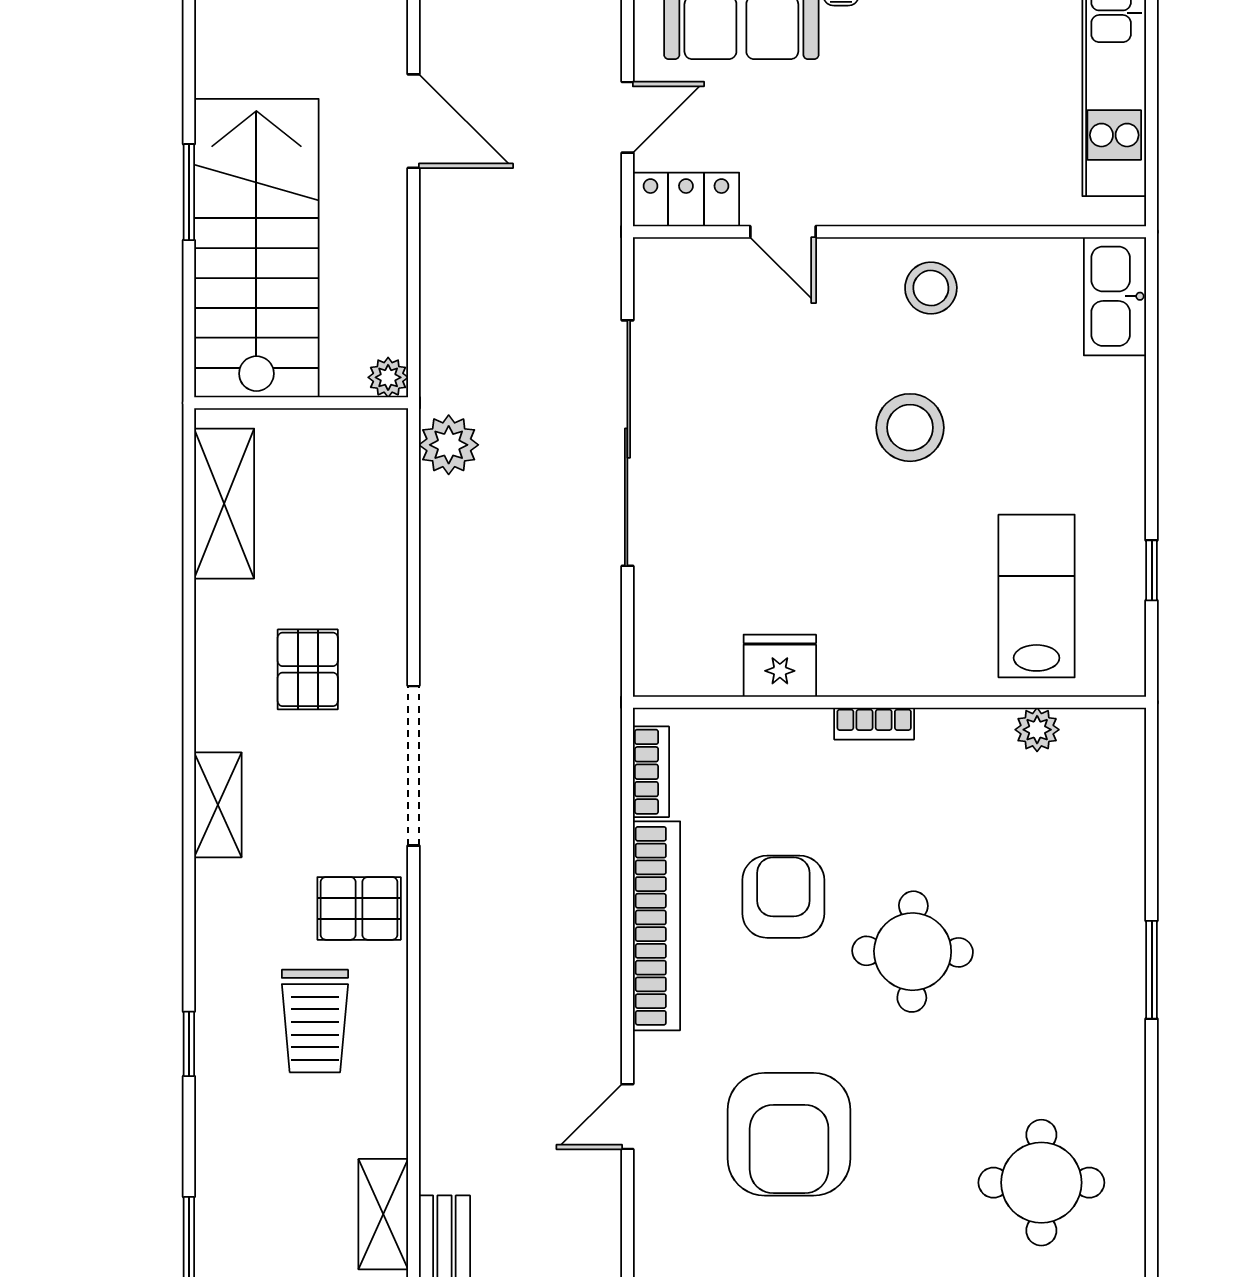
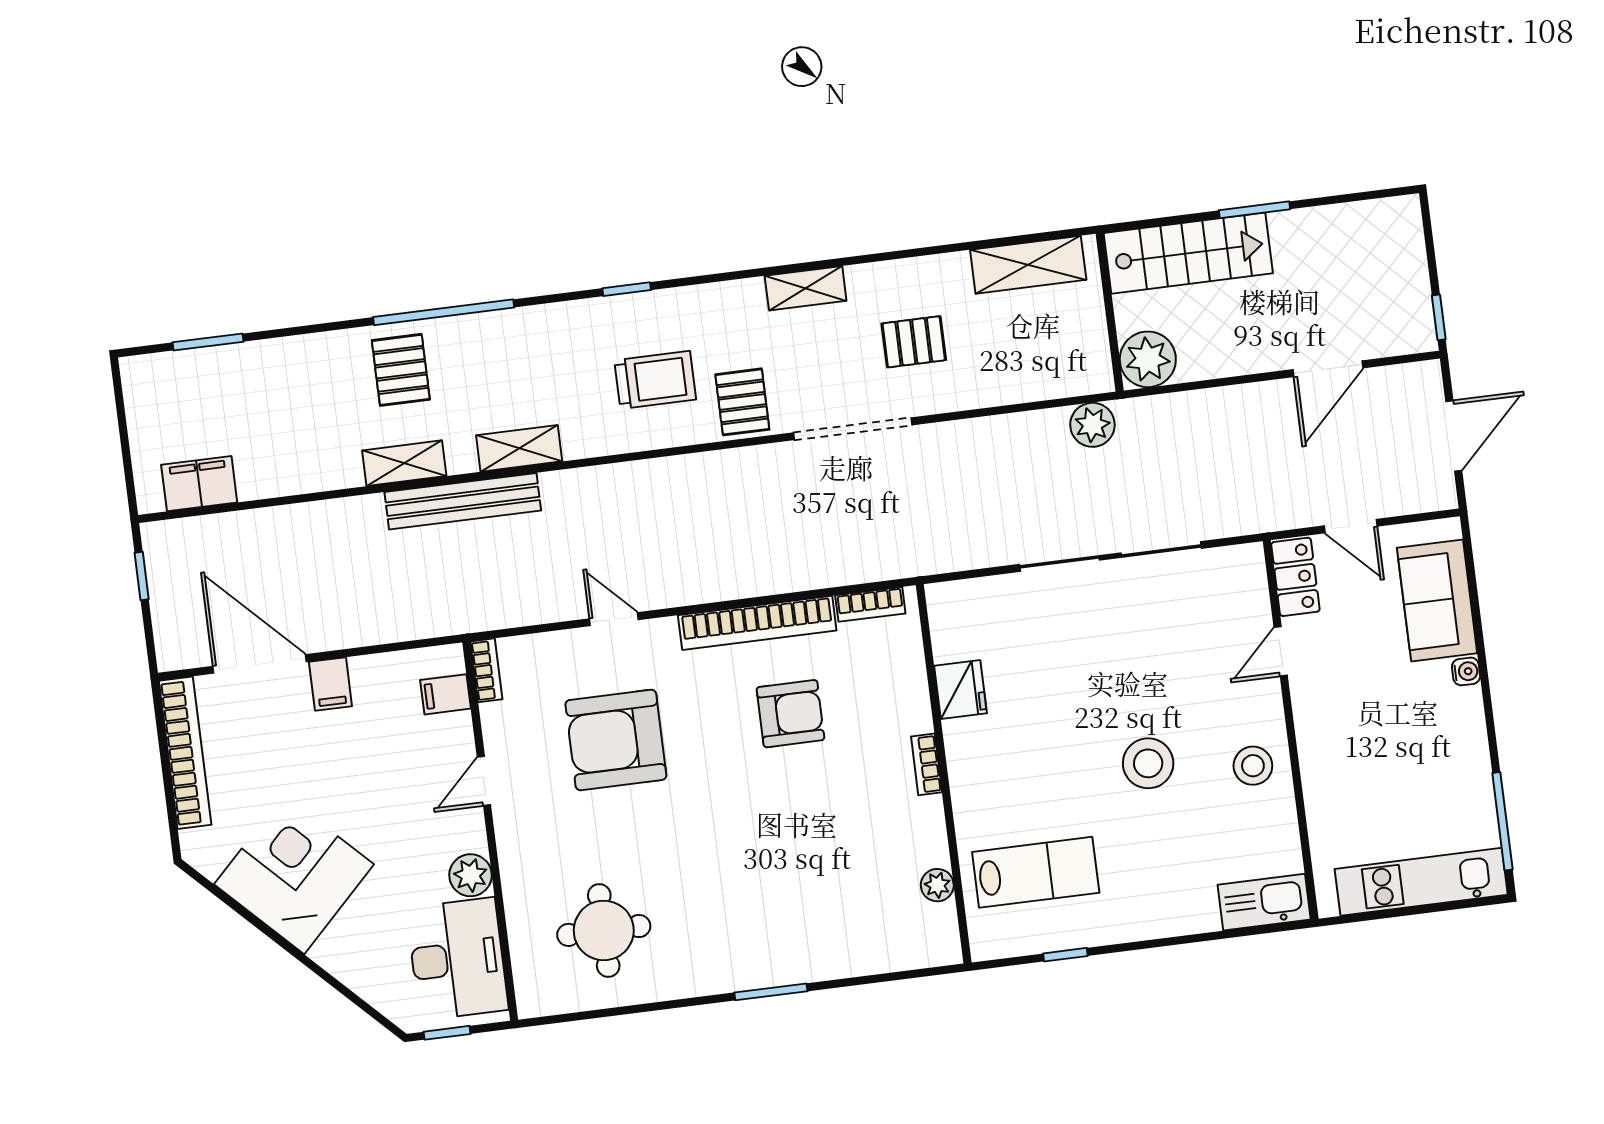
stairs: (256, 248) -> (1188, 253), width x0.73, depth x0.66
plant: (388, 377) -> (1148, 359), width x1.88, depth x1.88
round table: (913, 952) -> (762, 814), removed
trolley: (315, 1021) -> (655, 380), turned 180

